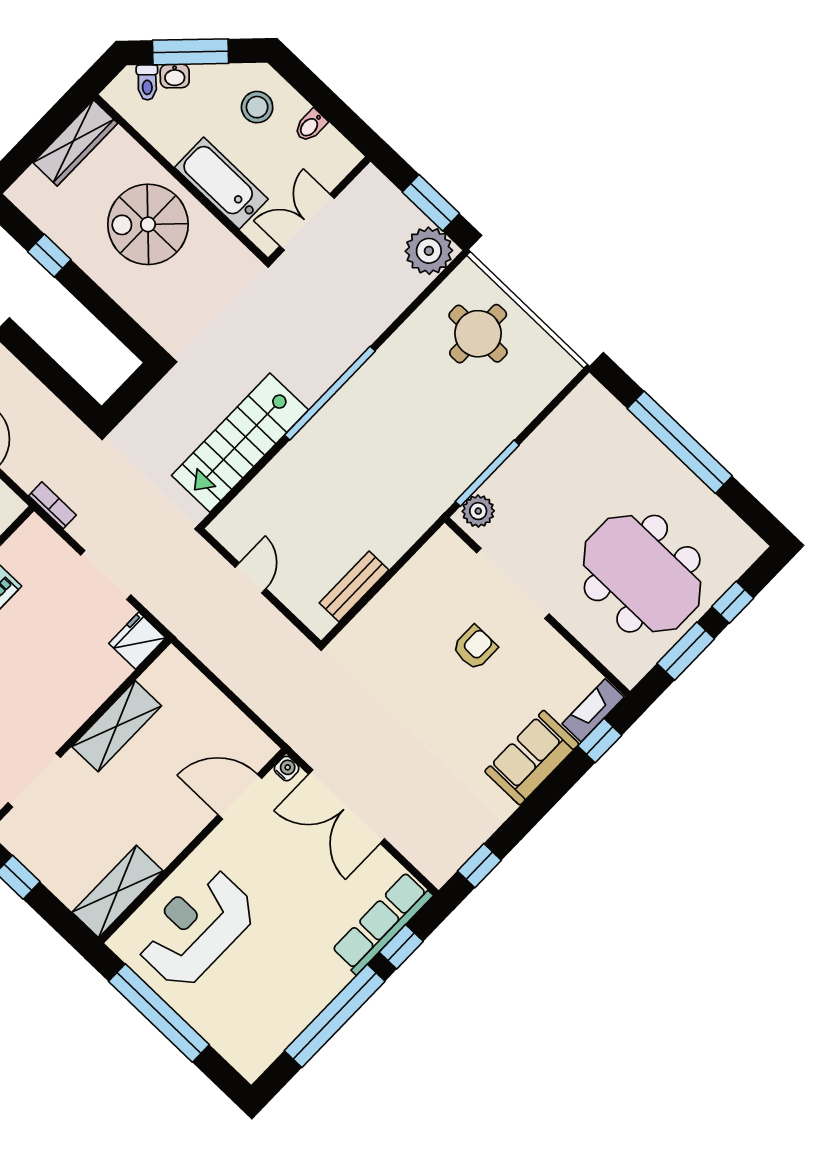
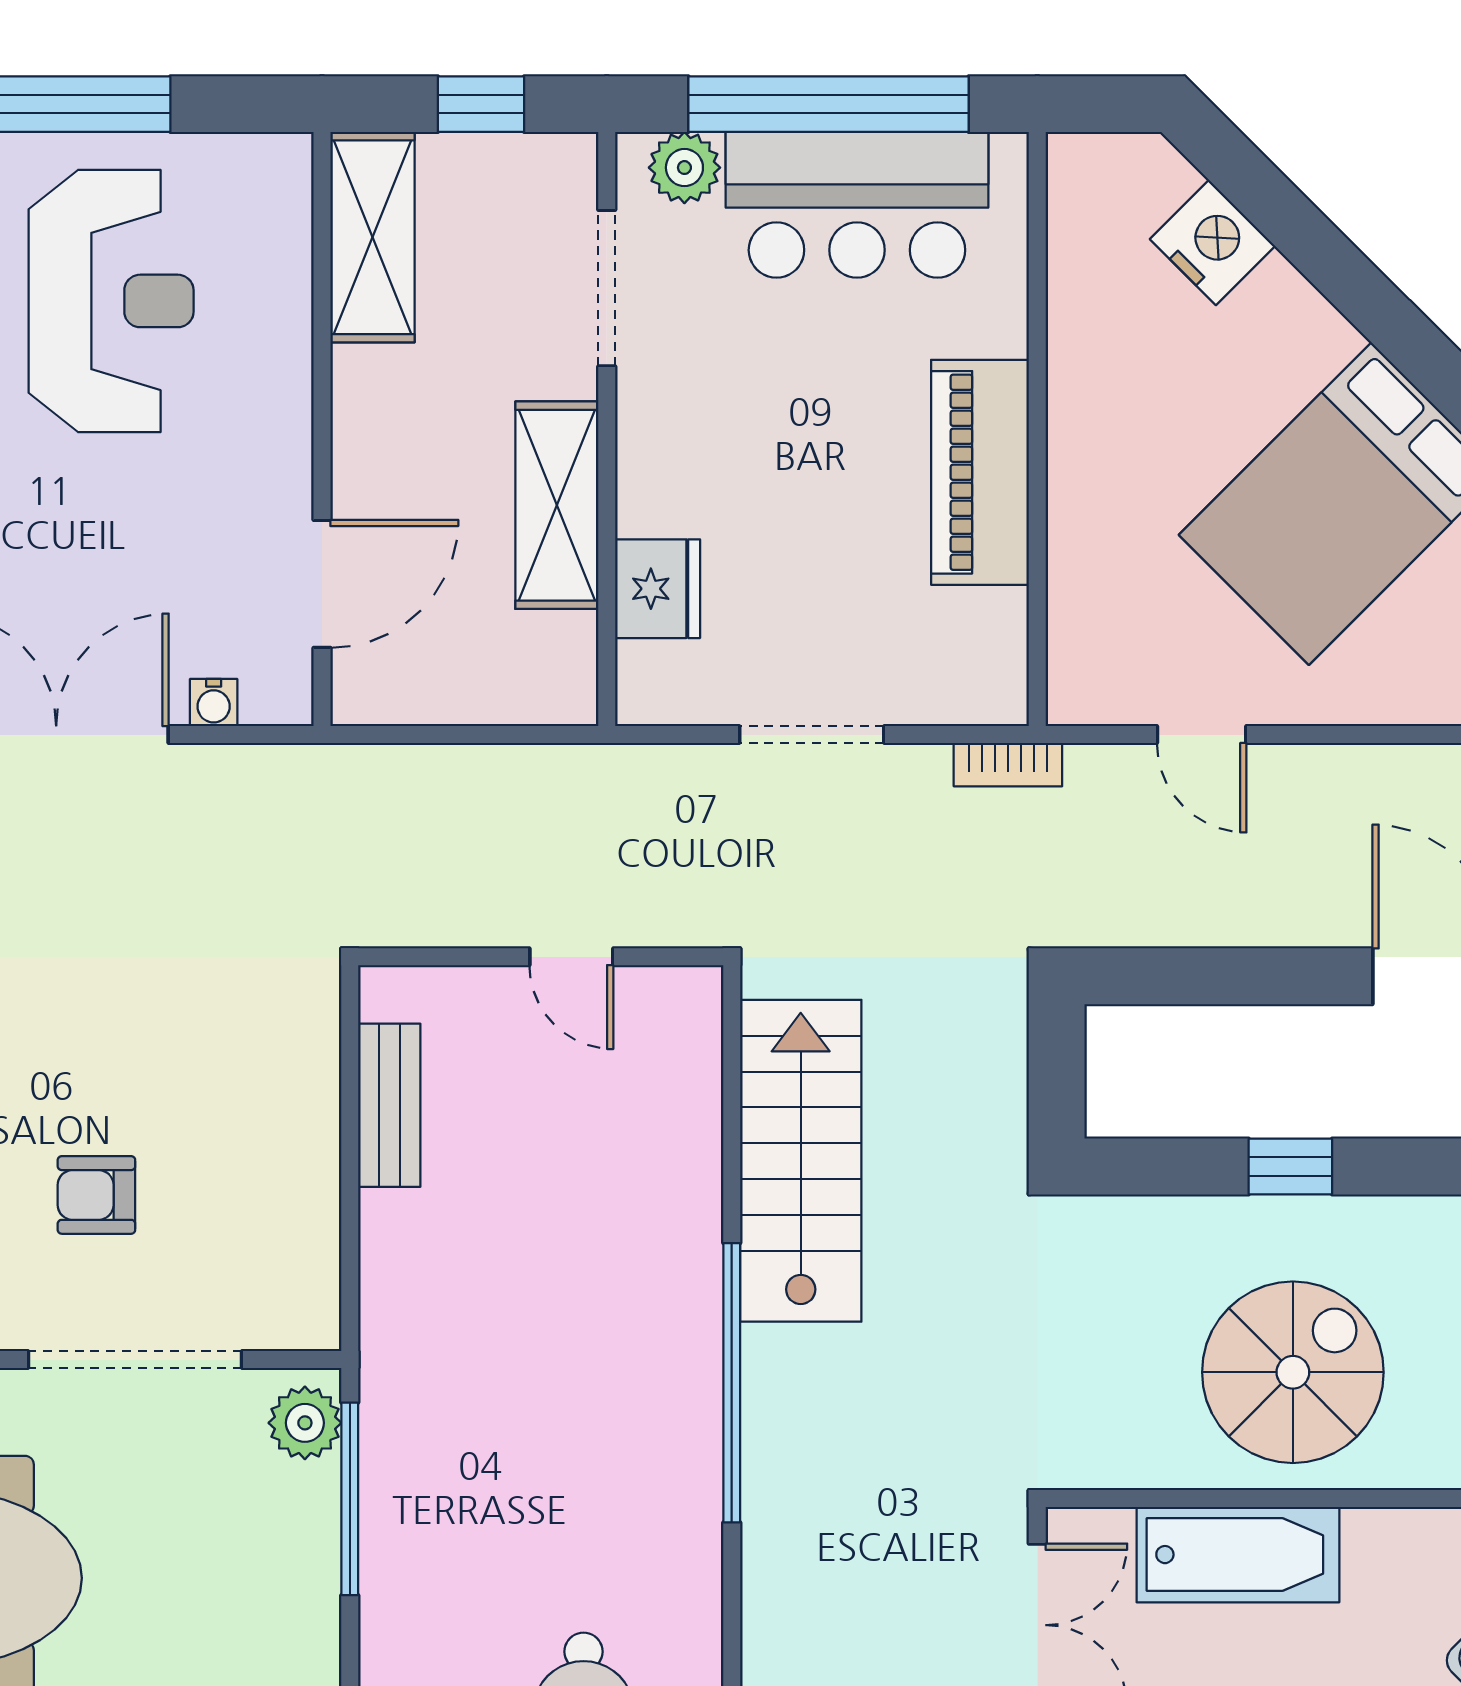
window: (49, 256) -> (1290, 1166), moved
fridge: (137, 641) -> (658, 589), moved
armchair: (475, 648) -> (96, 1195), turned 90
door: (240, 797) -> (322, 584), moved
wall: (192, 846) -> (322, 429), moved
shelving: (118, 892) -> (372, 237), moved

